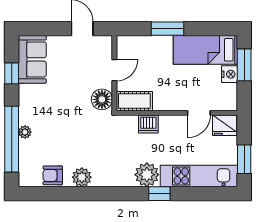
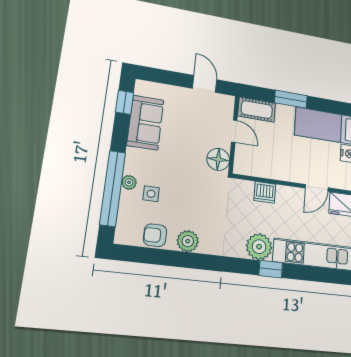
sofa: (32, 59) -> (145, 123), moved
door: (114, 70) -> (234, 131), hinge flipped
window: (12, 73) -> (125, 102), moved
cot: (134, 101) -> (257, 110), moved
side table: (45, 140) -> (151, 194), added

